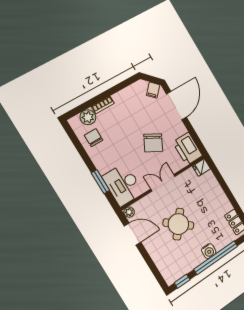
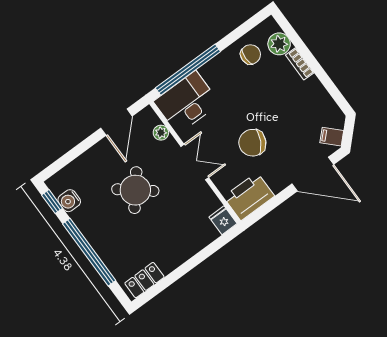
window: (100, 182) -> (188, 70), width x2.11
plant: (129, 212) -> (161, 133), moved
water cooler: (209, 251) -> (69, 201), moved

